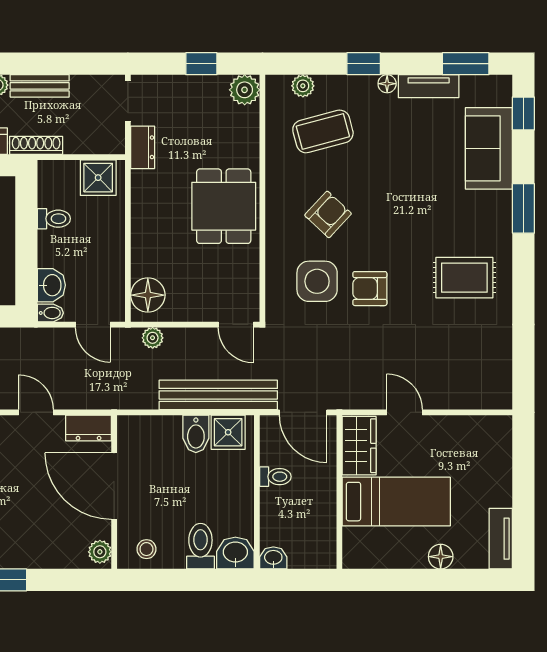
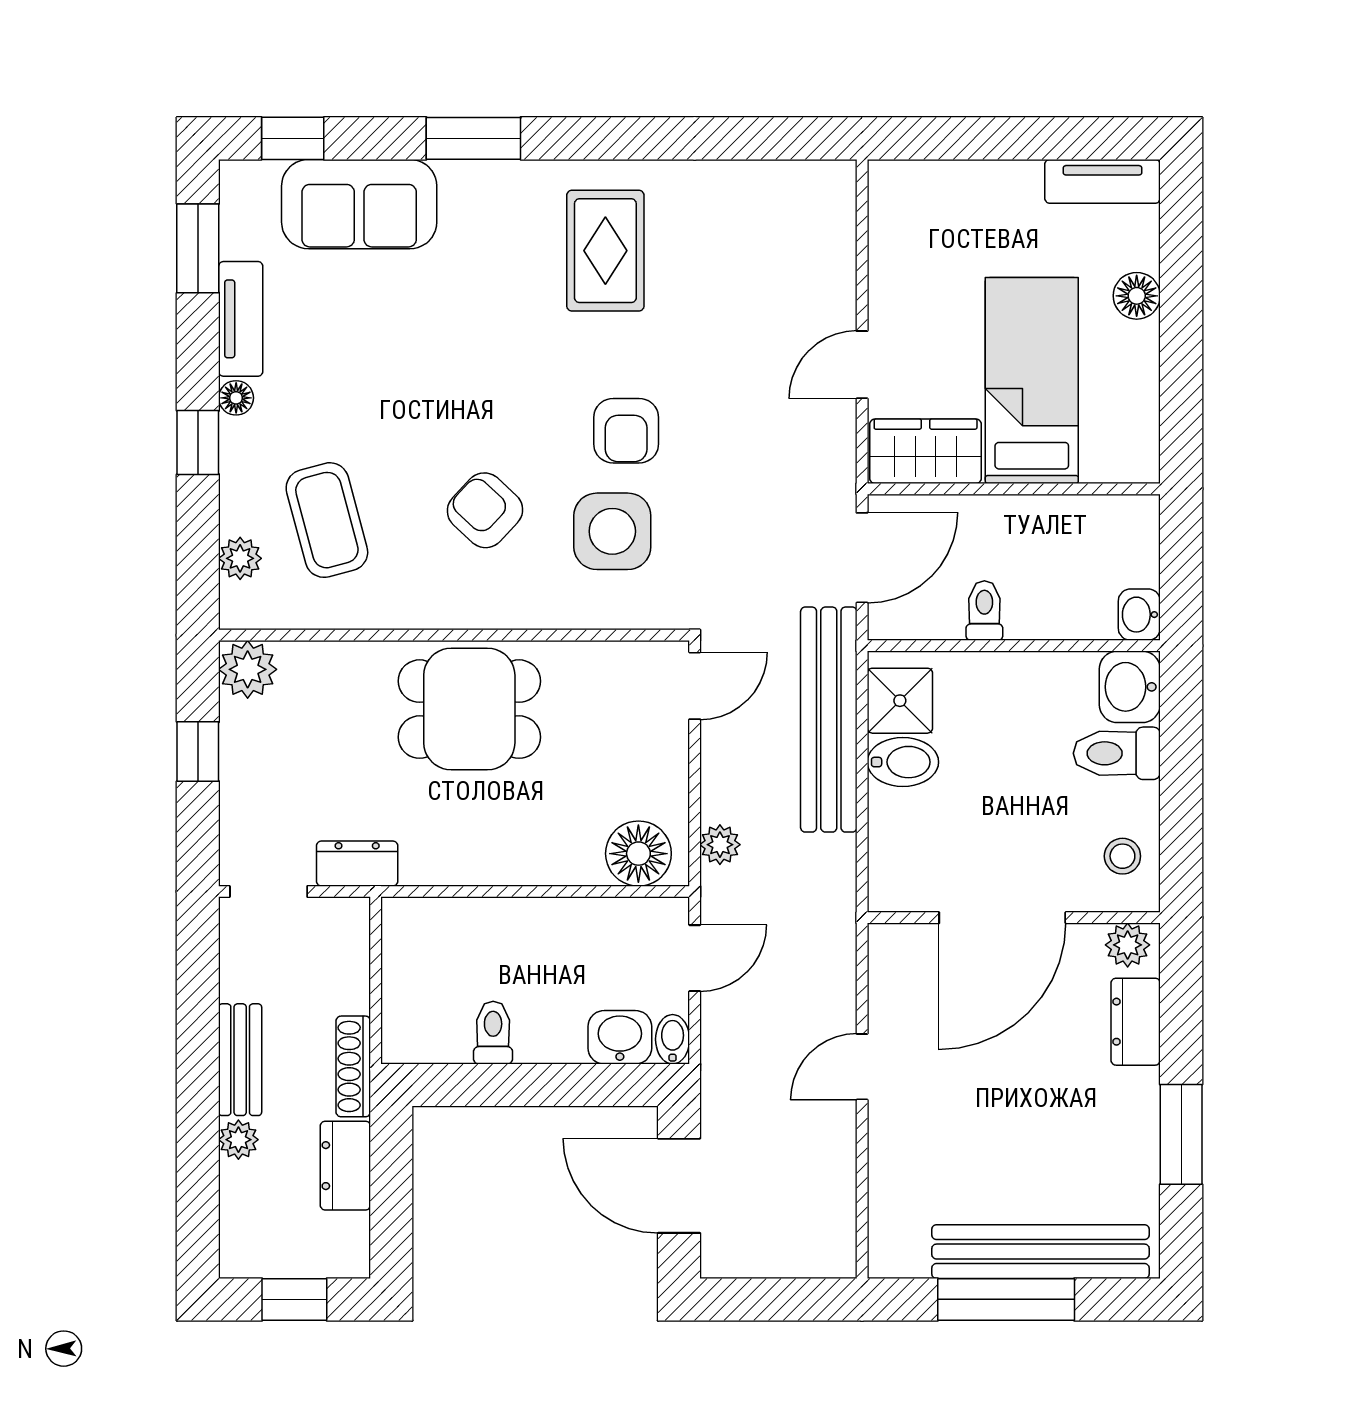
shower: (98, 178) -> (415, 948), removed
dresser: (89, 428) -> (1136, 1022), moved, turned 180

